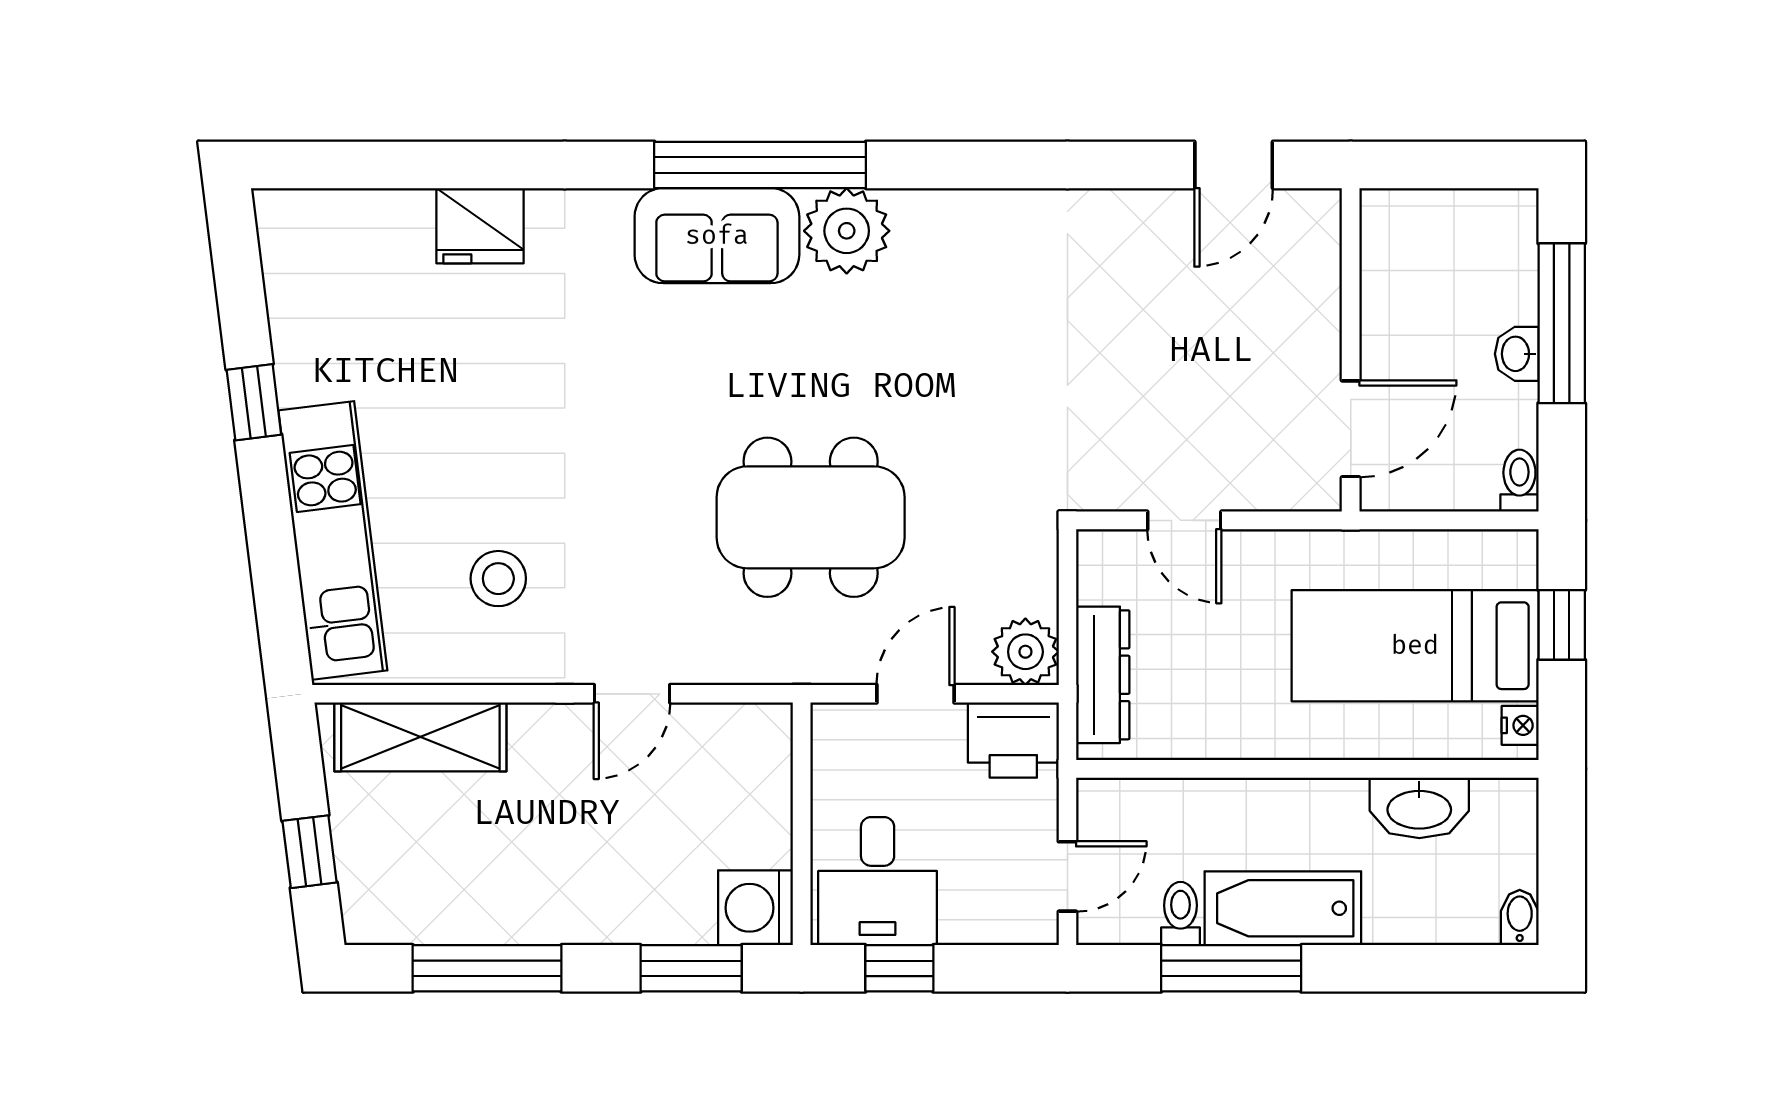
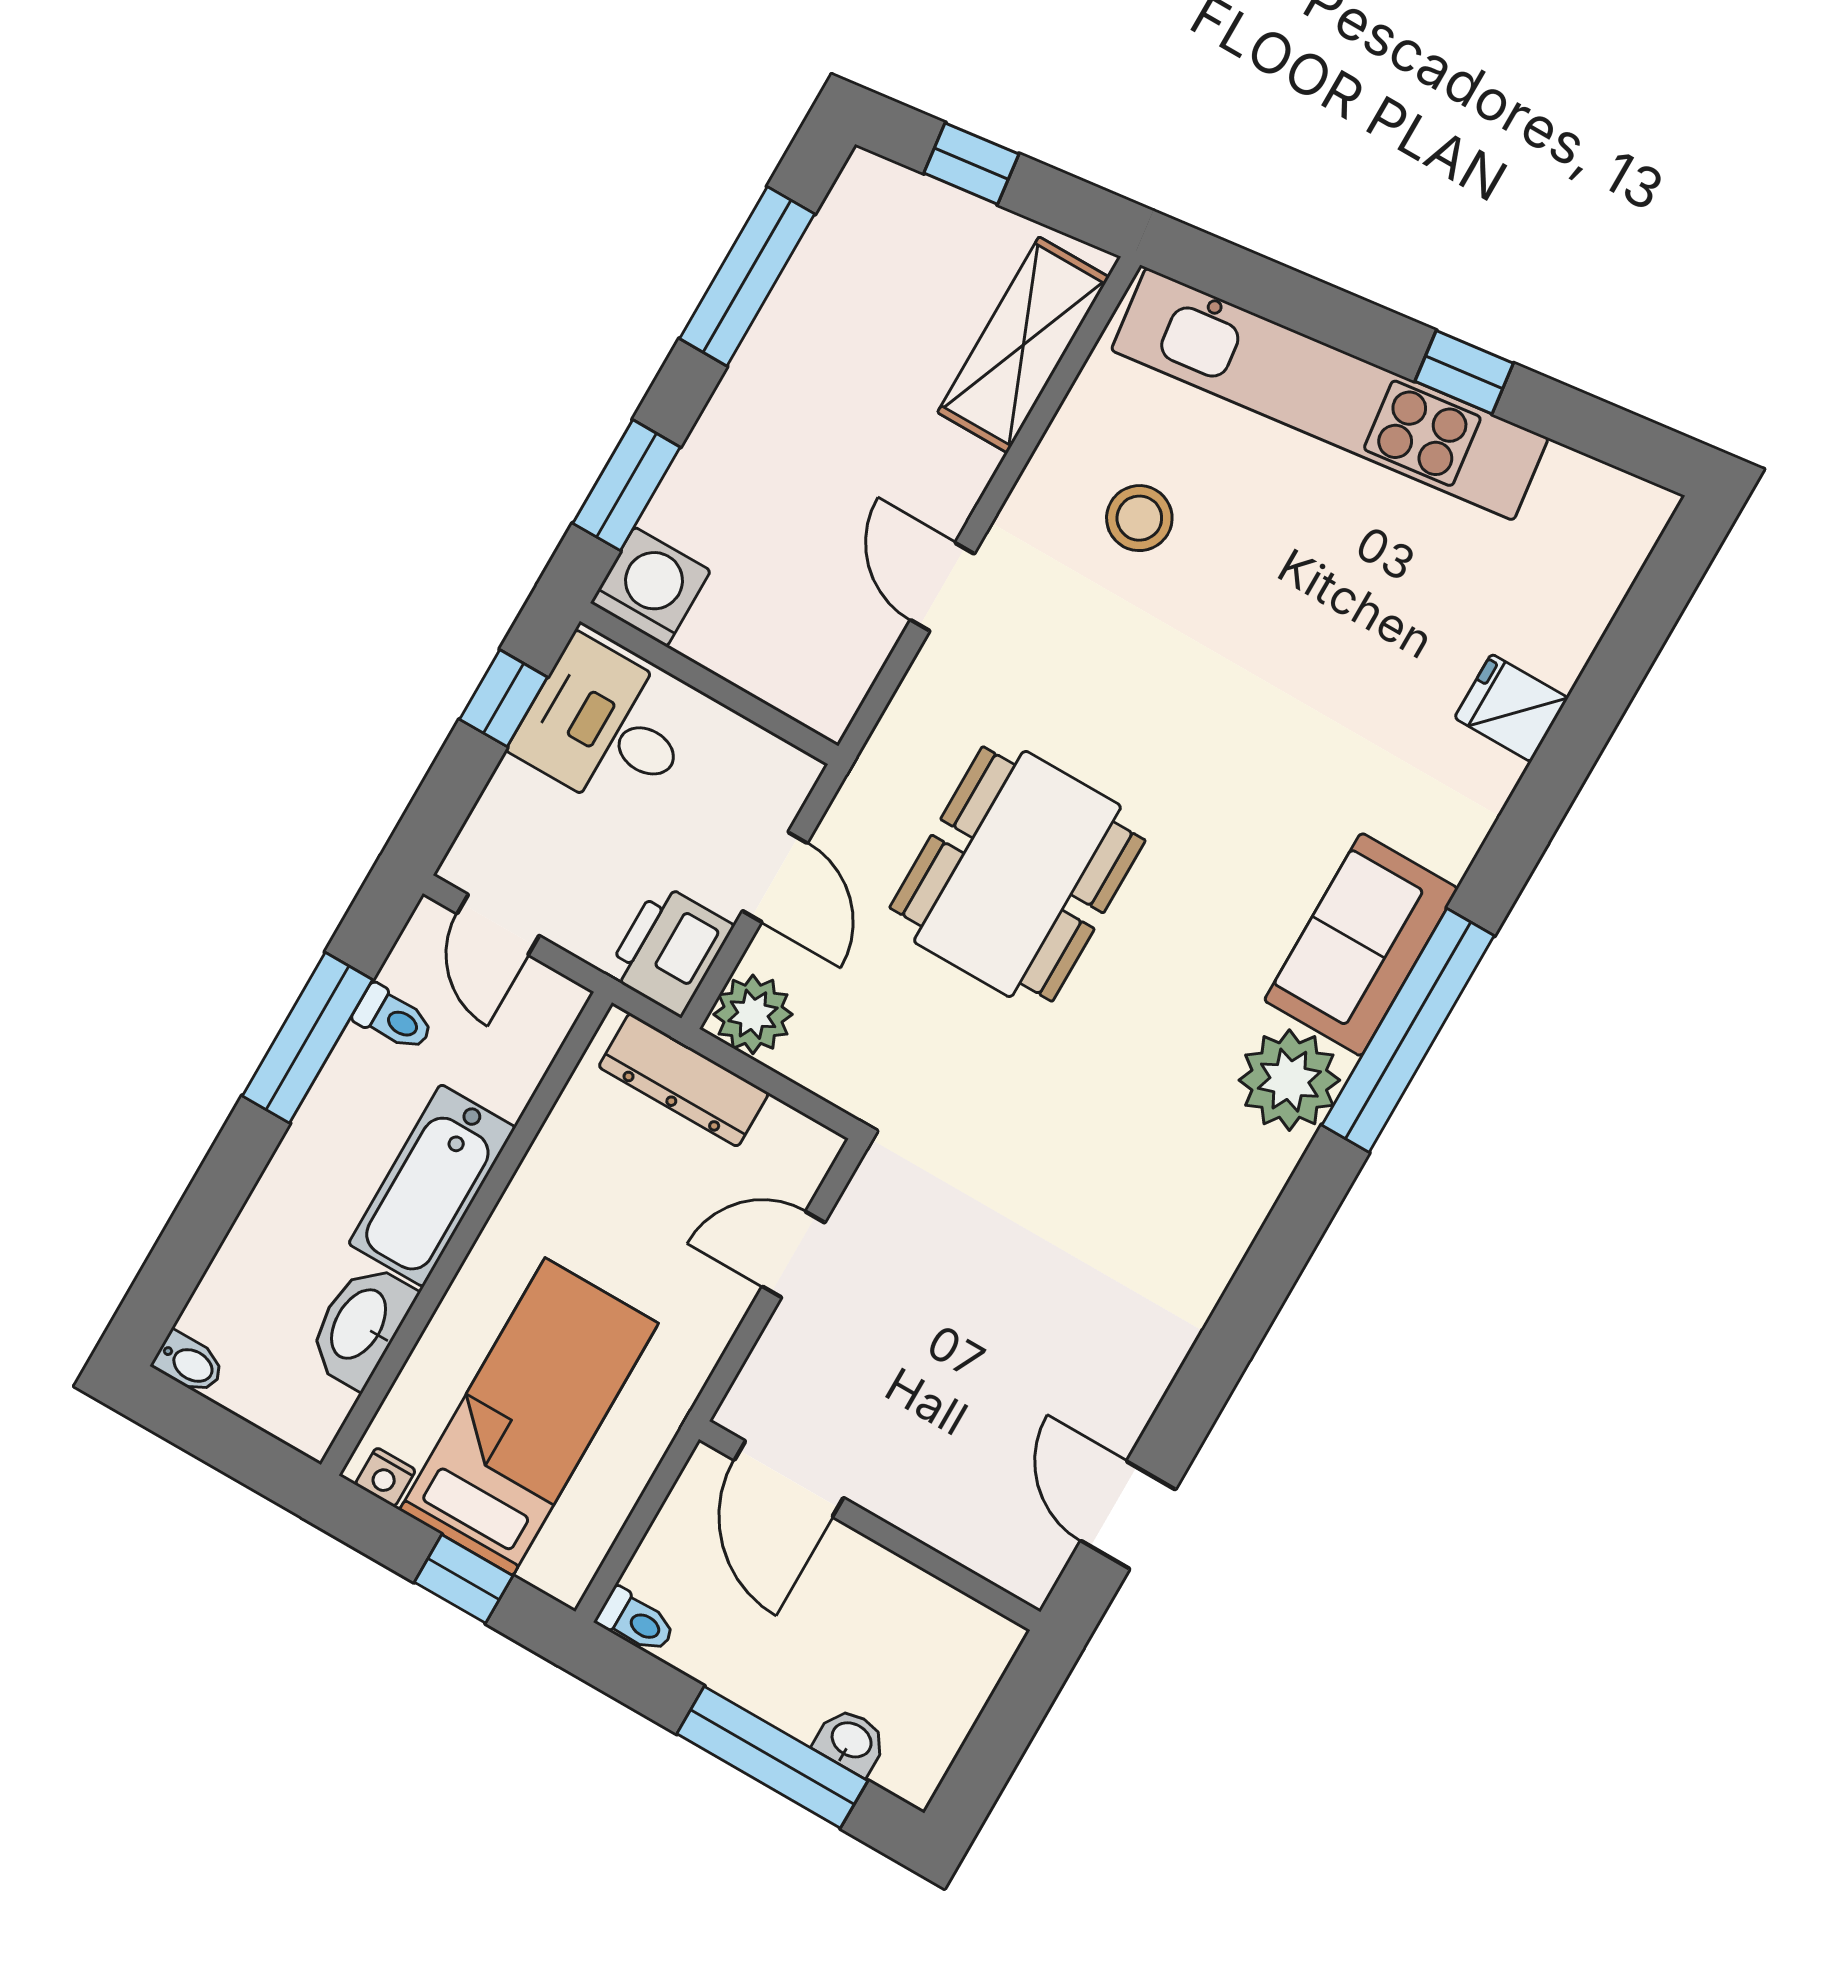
fridge: (480, 226) -> (1511, 708), width x0.72
washbasin: (1517, 354) -> (851, 1741), moved
kitchen unit: (333, 540) -> (1330, 394), width x1.36
bathtub: (1283, 908) -> (432, 1186), moved, turned 180

